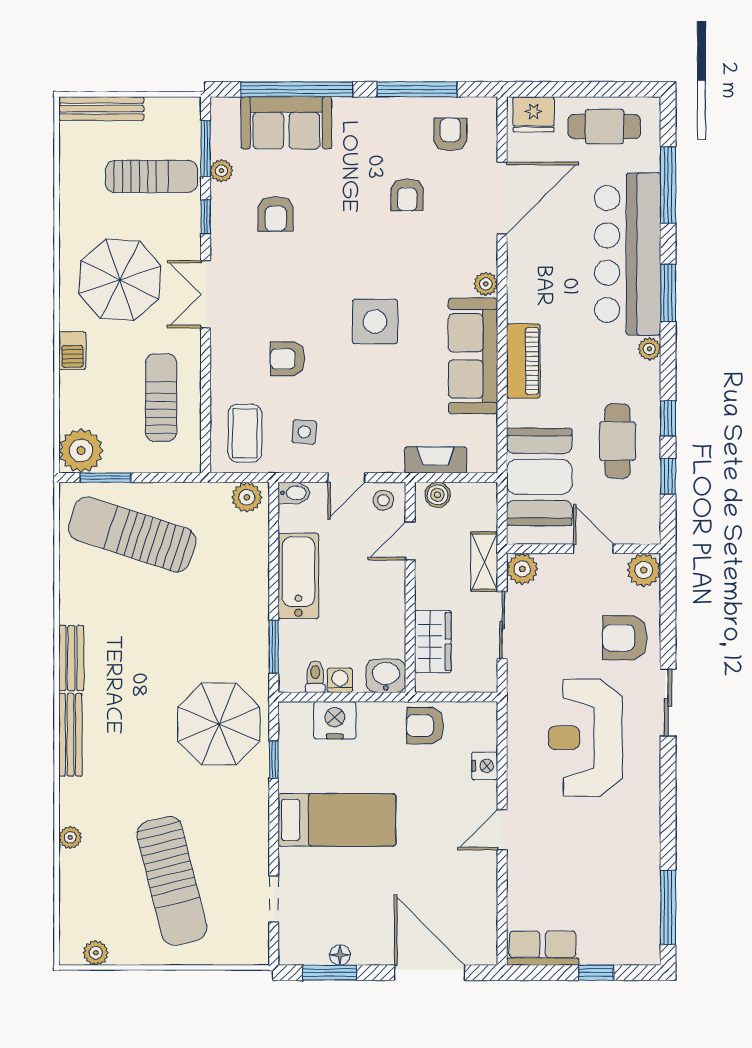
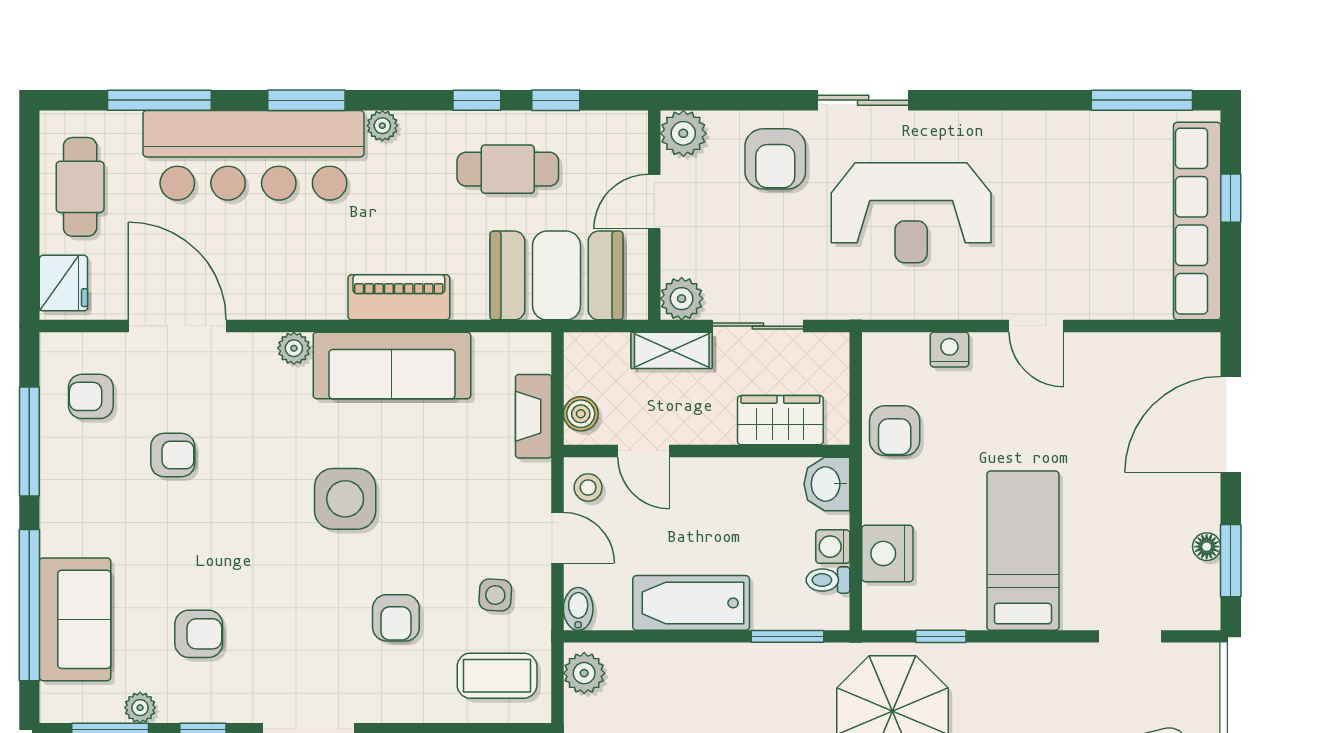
row of seats: (543, 948) -> (1197, 221), width x2.02

